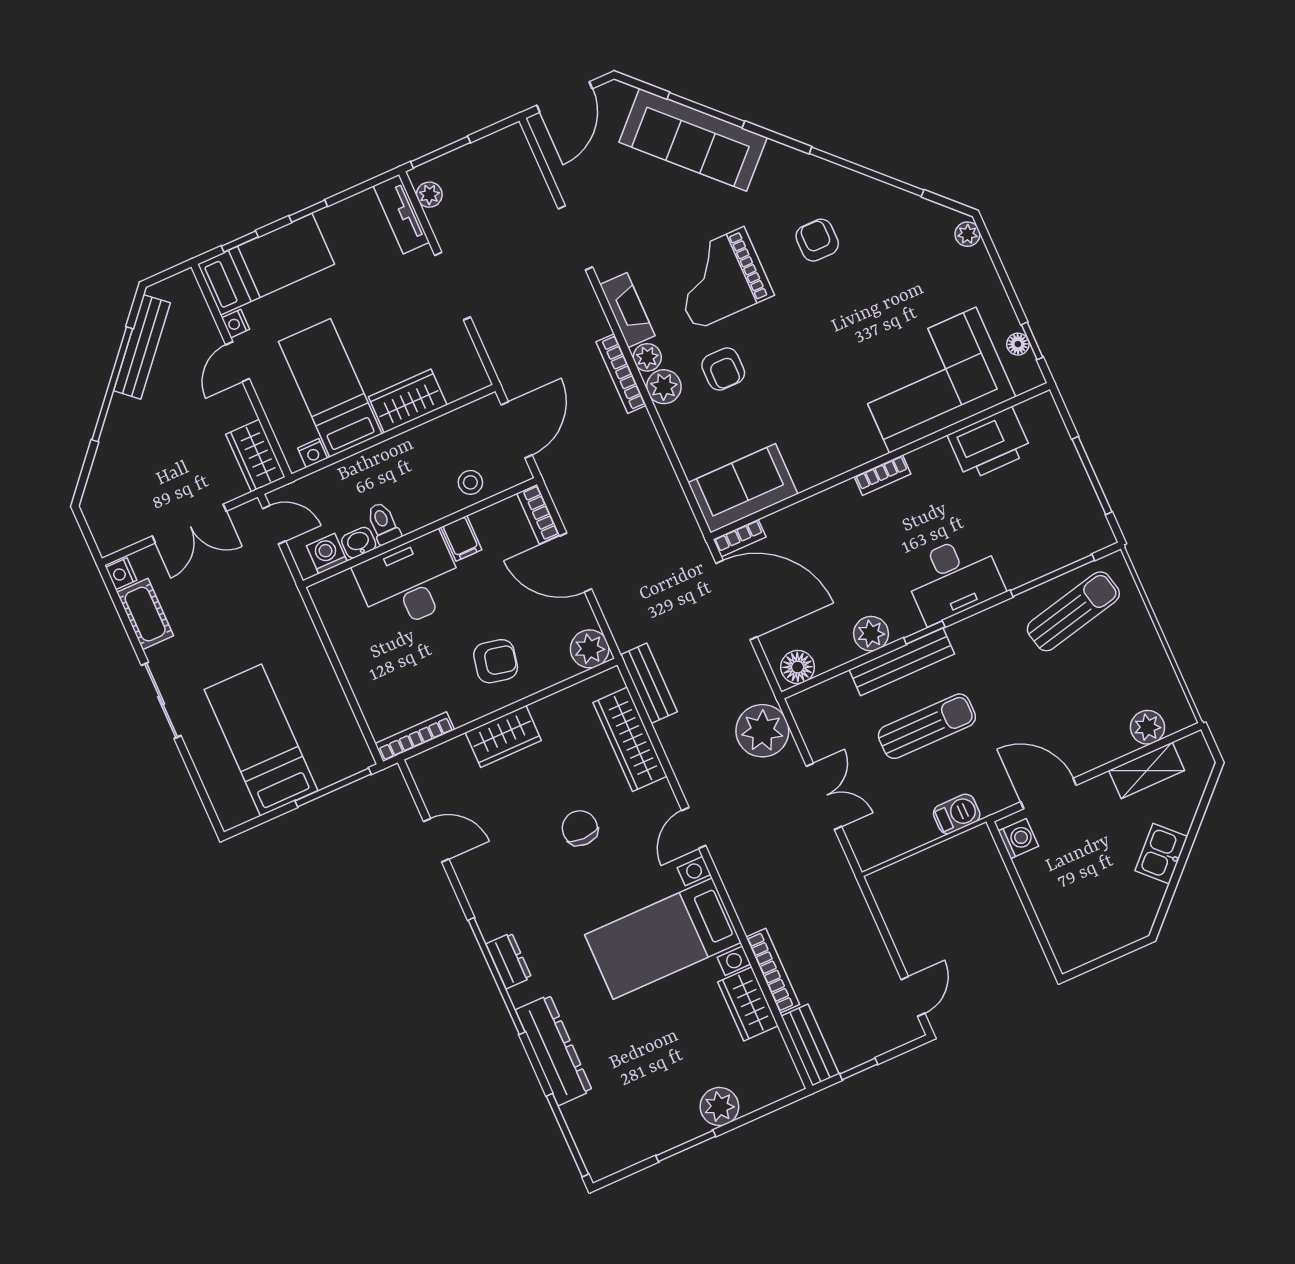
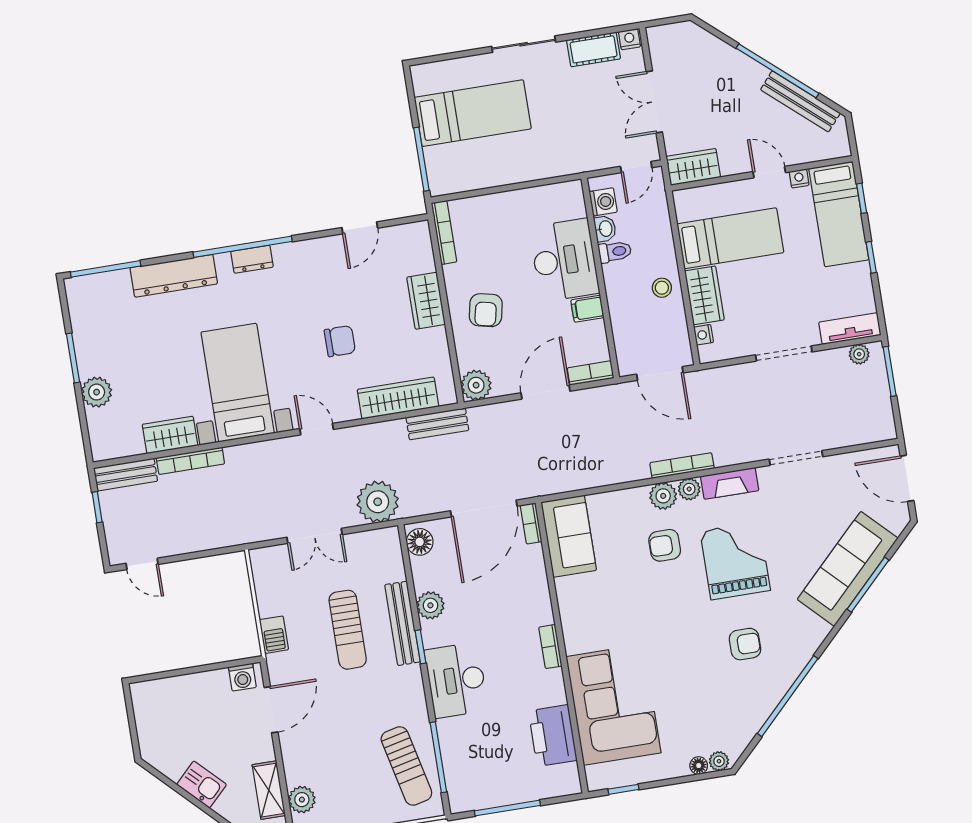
floor lamp: (1018, 344) -> (699, 766), moved
nightstand: (313, 453) -> (704, 335), moved
stool: (470, 482) -> (662, 288), moved

